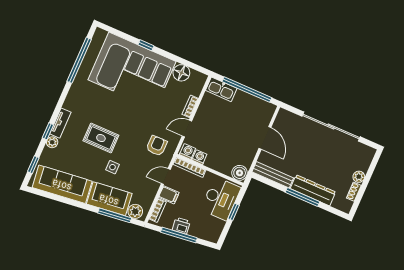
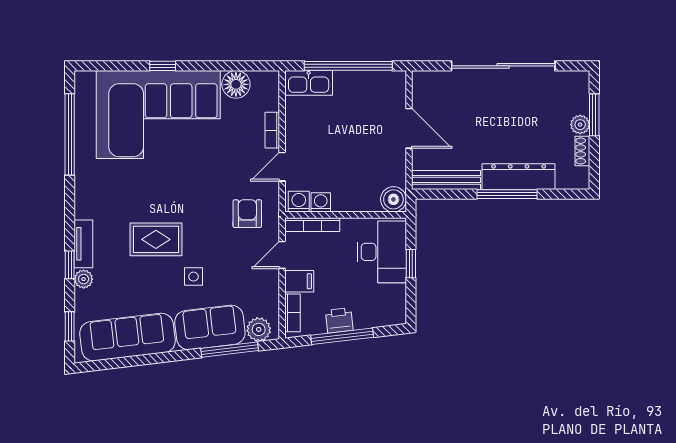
window: (369, 175) -> (594, 115), added

